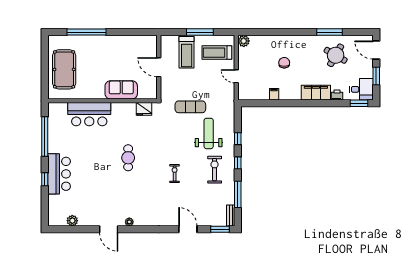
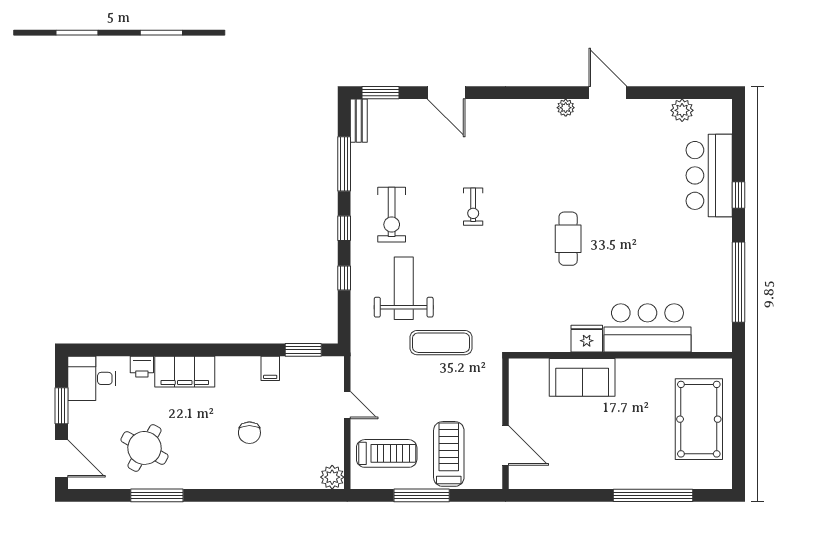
door: (159, 67) -> (505, 445), moved
window: (359, 103) -> (303, 350), moved
fridge: (144, 109) -> (587, 339), moved
weight bench: (209, 133) -> (404, 288), turned 180
bar counter: (59, 174) -> (709, 175), moved

